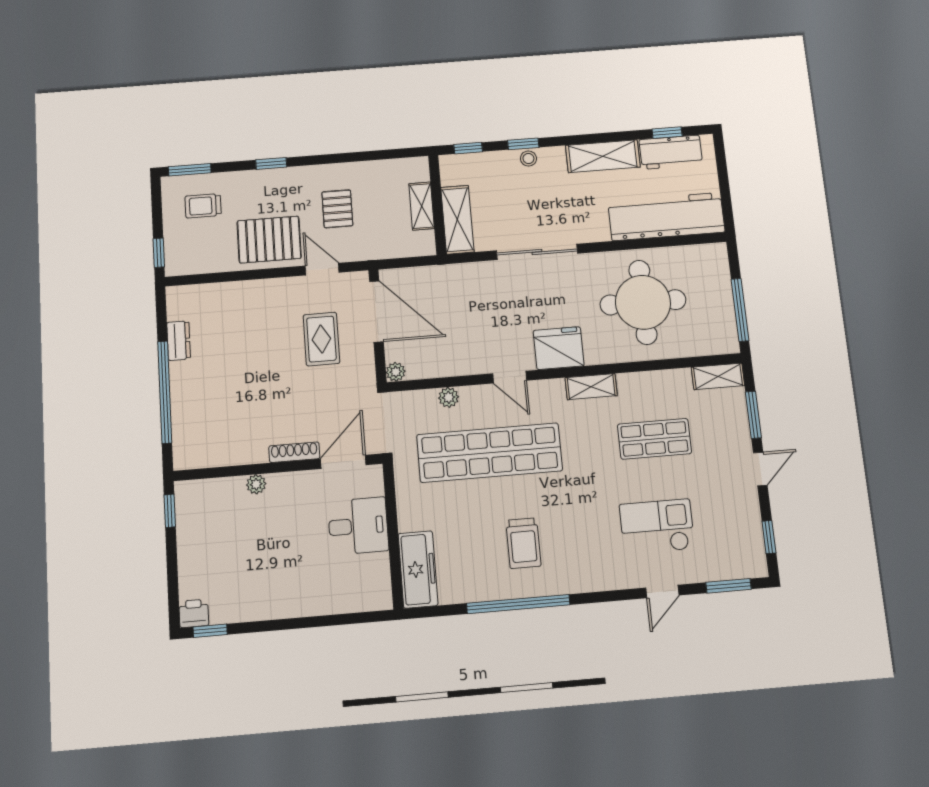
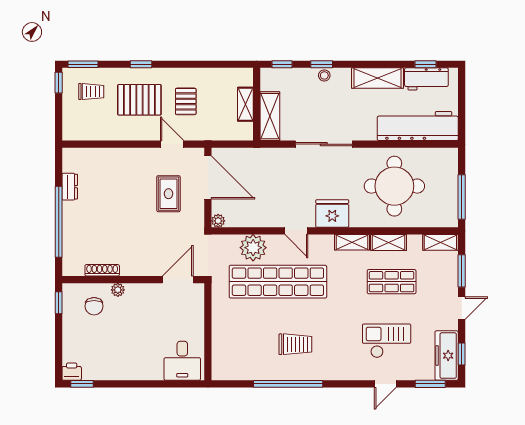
trolley: (203, 206) -> (91, 92), turned 180
pallet: (269, 240) -> (139, 100), moved
window: (159, 253) -> (59, 83), moved
shelving: (644, 383) -> (389, 242), added
plant: (449, 397) -> (253, 248), width x1.87, depth x1.87
shoe rack: (294, 452) -> (102, 270), moved
chair: (222, 512) -> (94, 306), added
desk: (358, 526) -> (182, 361), moved, turned 90
trolley: (523, 543) -> (295, 344), turned -90
freezer: (418, 569) -> (447, 356), moved, turned 180

